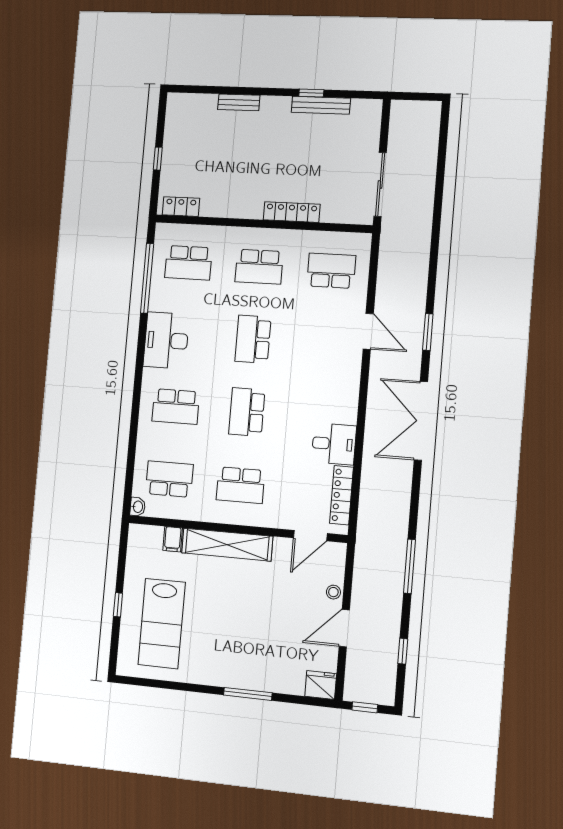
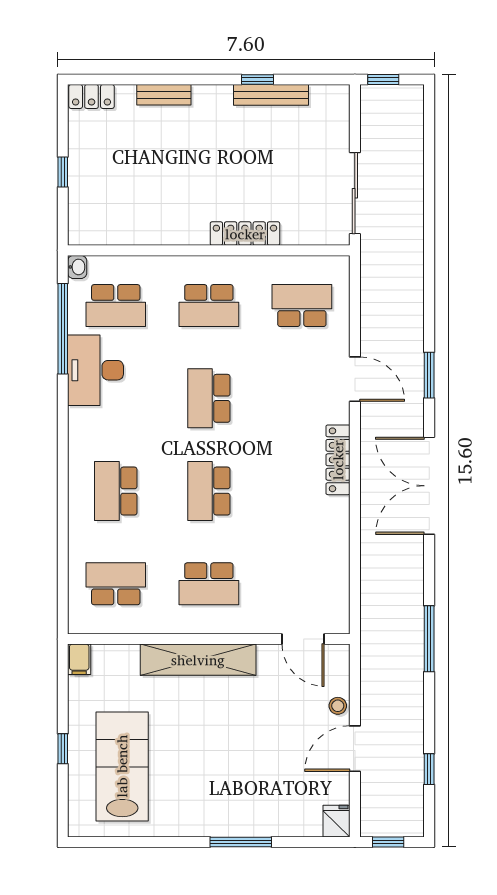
window: (410, 96) -> (383, 79), added
locker: (181, 207) -> (92, 96), moved, turned 180
desk: (166, 340) -> (95, 370), moved
school desk: (176, 407) -> (116, 491), turned 90
desk: (334, 444) -> (323, 523), removed
locker: (341, 495) -> (338, 460), moved
washbasin: (138, 507) -> (77, 267), moved
door: (310, 536) -> (303, 639), hinge flipped
filing cabinet: (173, 539) -> (79, 659), moved
window: (409, 566) -> (429, 639), moved
lab bench: (162, 624) -> (122, 766), turned 180
fridge: (321, 685) -> (336, 821), width x0.72

